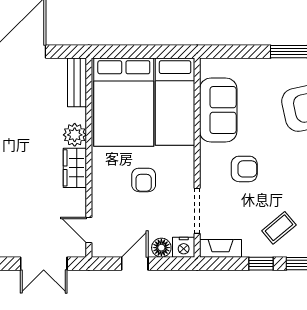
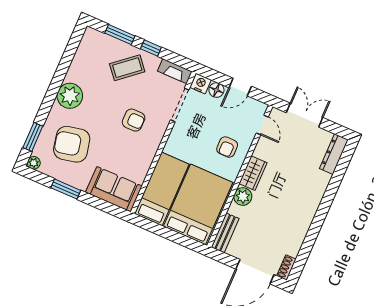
sofa: (218, 110) -> (114, 189), moved, turned 90
armchair: (244, 169) -> (134, 120), turned 180
armchair: (144, 180) -> (227, 147), moved, turned 180
coffee table: (279, 228) -> (127, 68), width x1.36, depth x1.30

